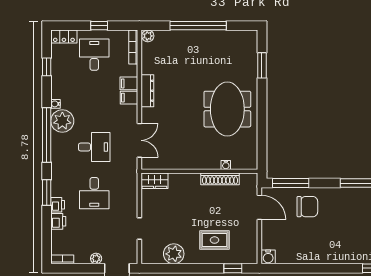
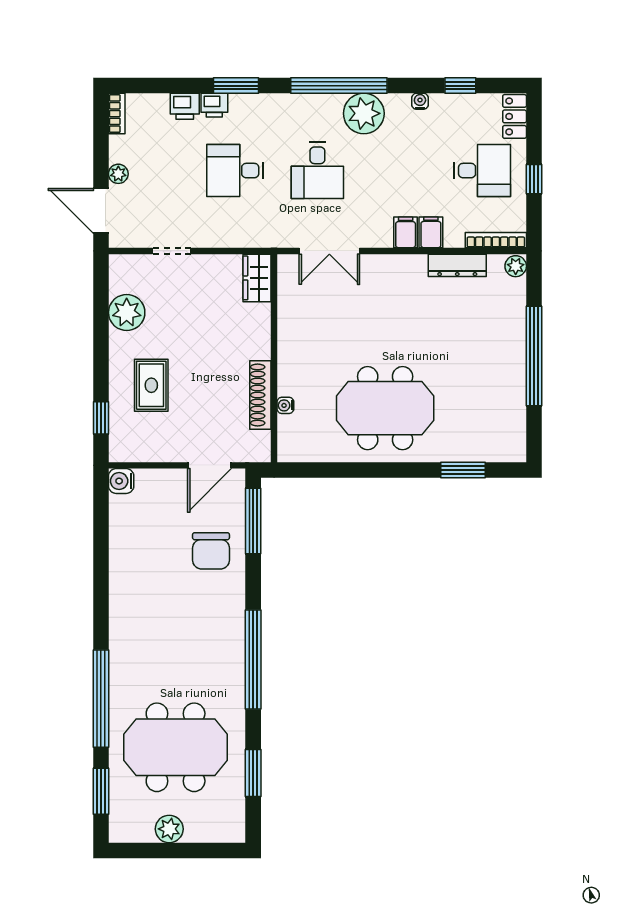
dresser: (147, 91) -> (457, 265), moved
water cooler: (55, 104) -> (420, 101), moved

